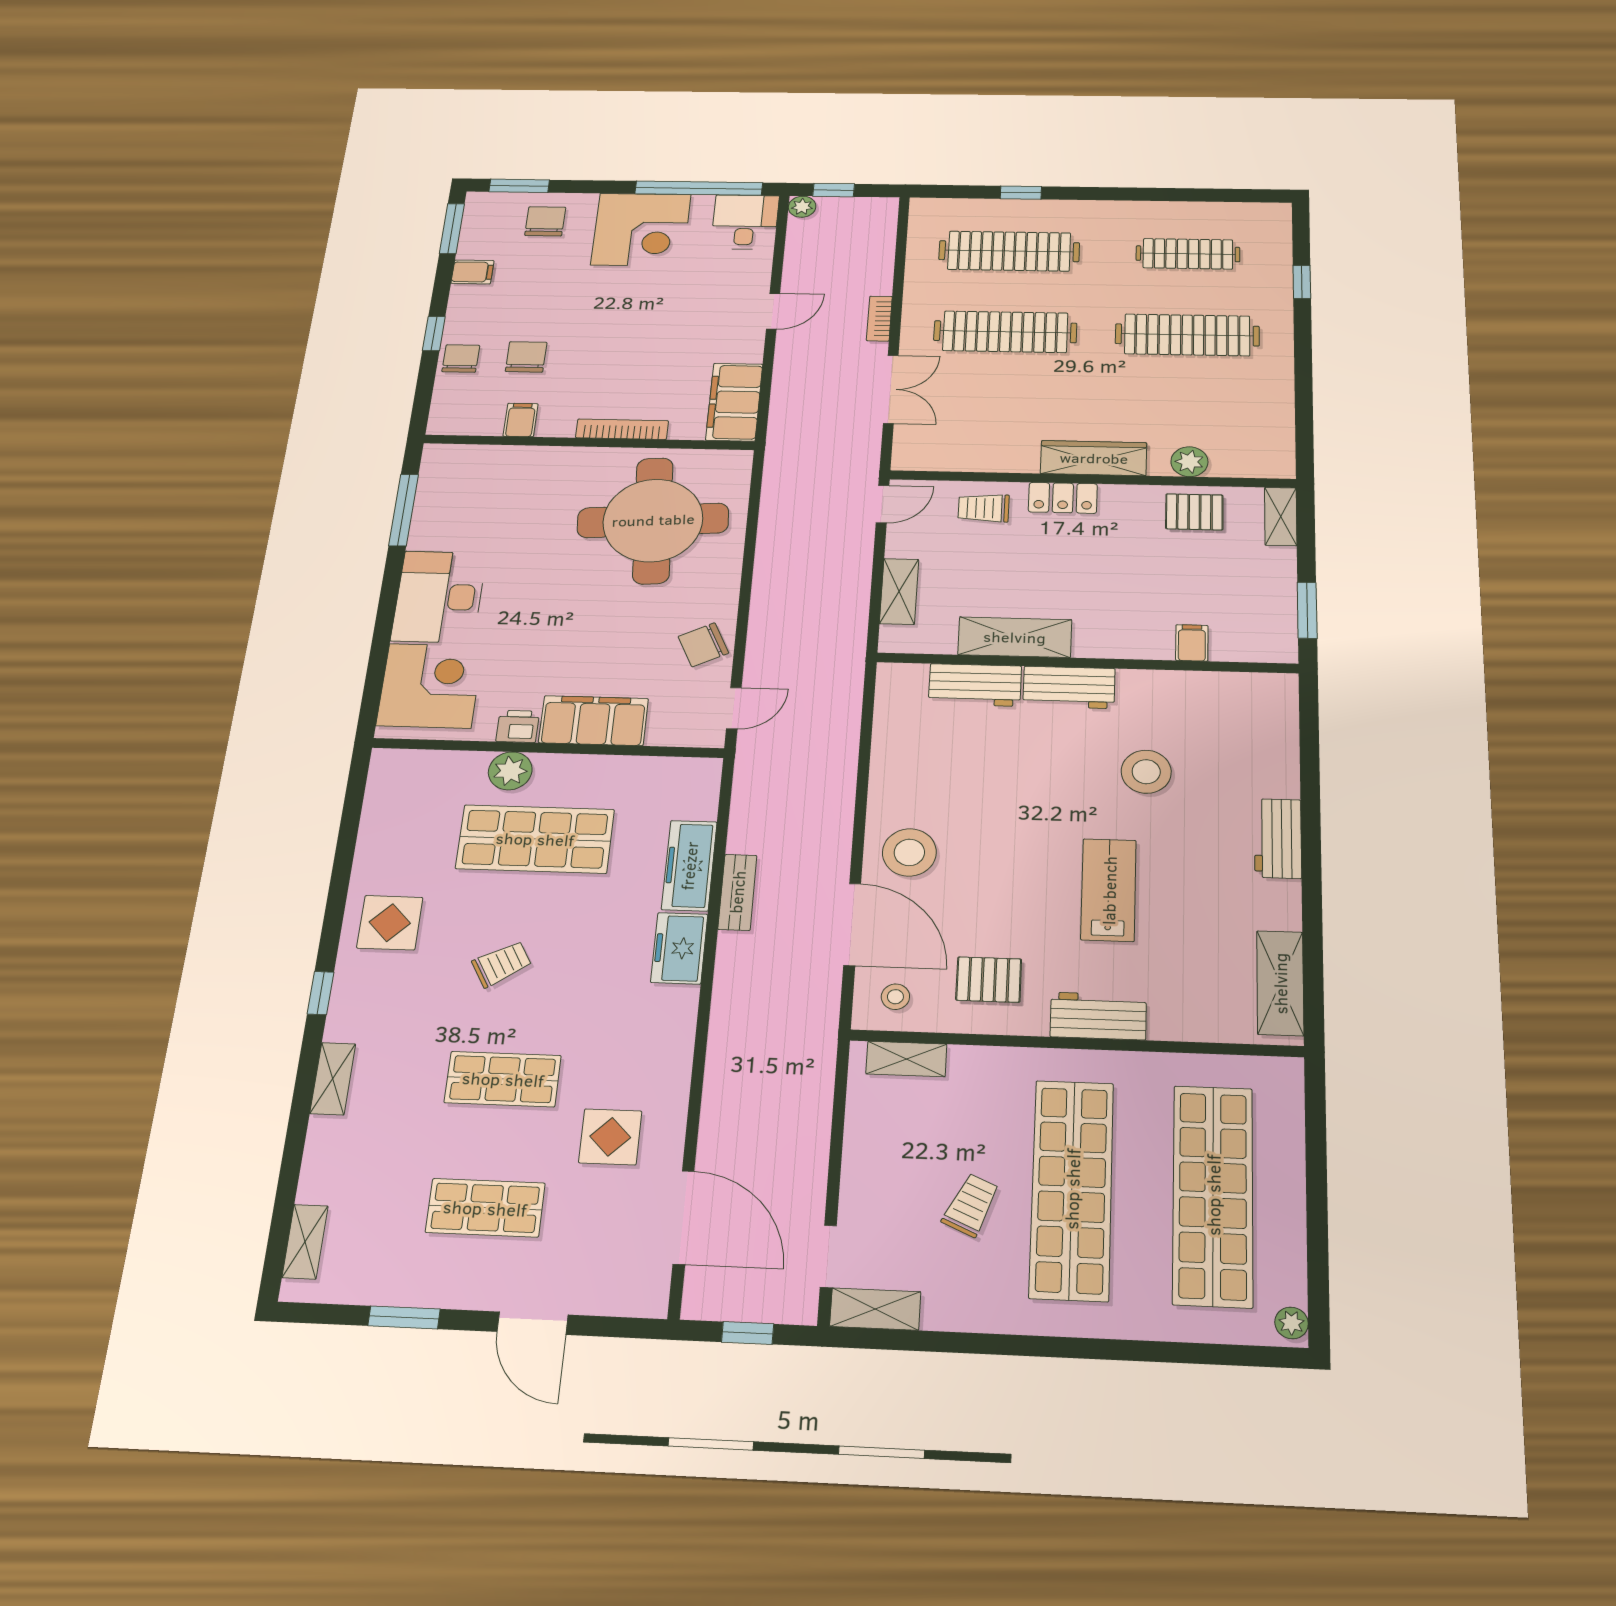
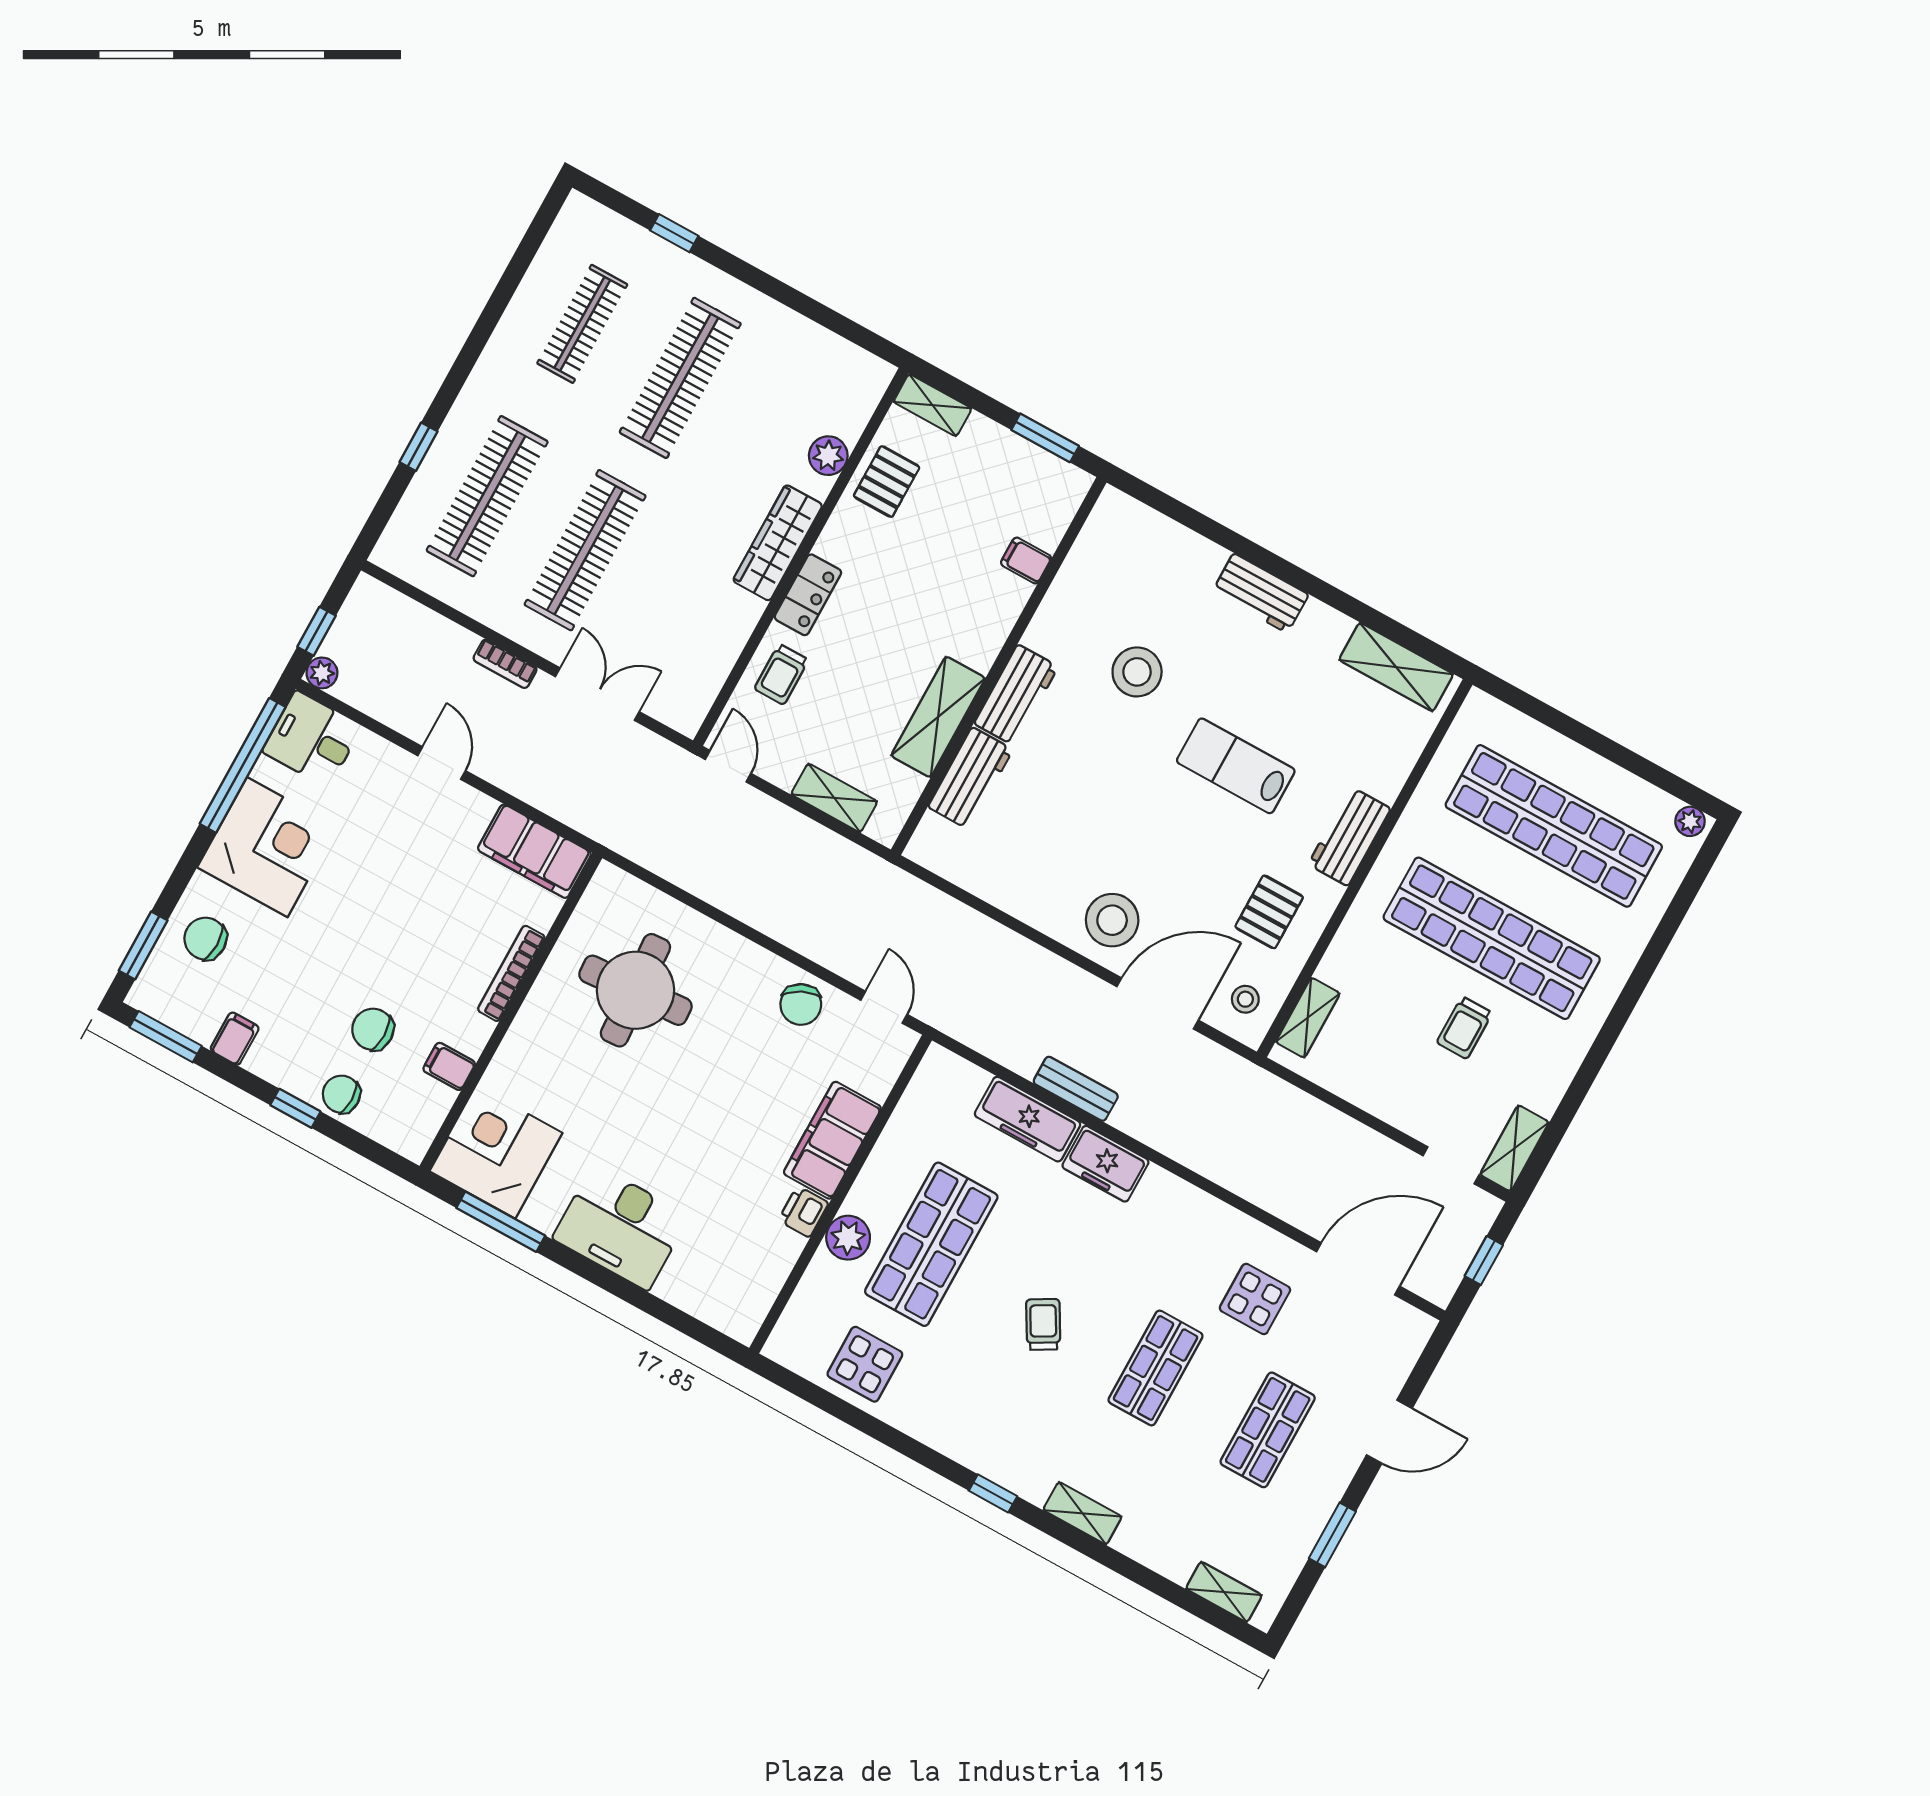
round table: (653, 520) -> (635, 990), width x0.73, depth x0.73
corner desk: (430, 686) -> (496, 1152), moved
display table: (390, 923) -> (865, 1364), moved
trolley: (971, 1205) -> (1464, 1028), turned -114

